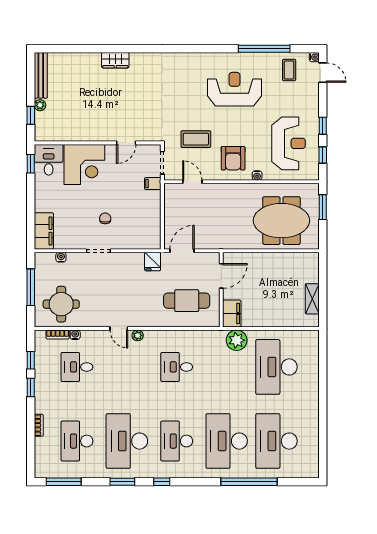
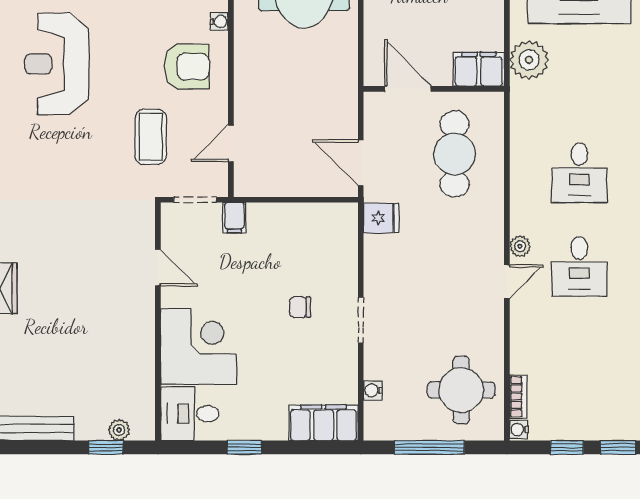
plant: (40, 105) -> (119, 430), moved
window: (31, 164) -> (244, 447), moved
water cooler: (75, 335) -> (519, 430), moved
desk: (77, 367) -> (579, 267), moved

